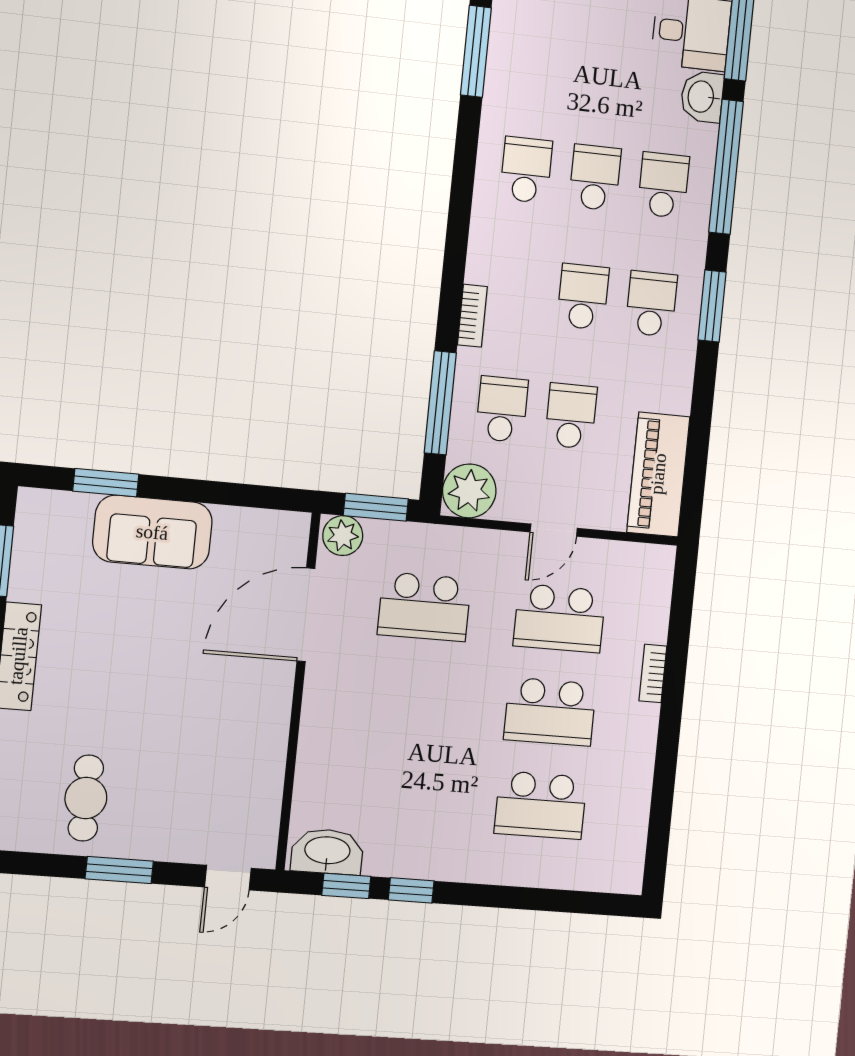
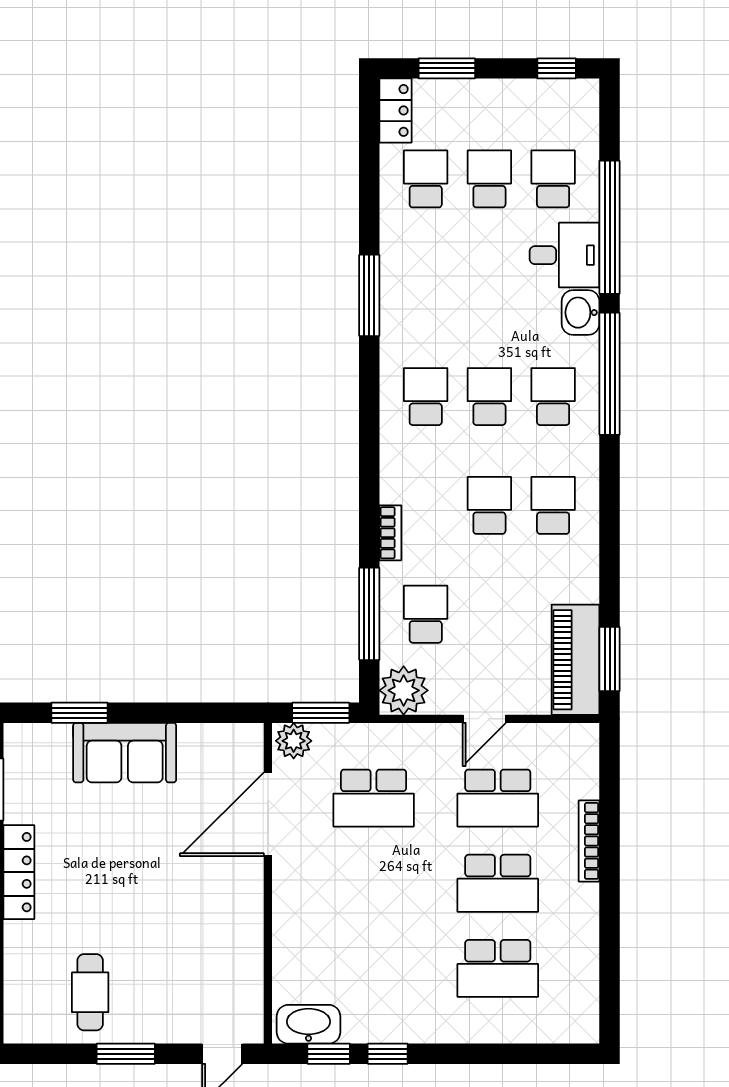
window: (712, 306) -> (610, 659), moved
school desk: (571, 416) -> (489, 614), removed
bookcase: (653, 673) -> (589, 841), width x1.56

